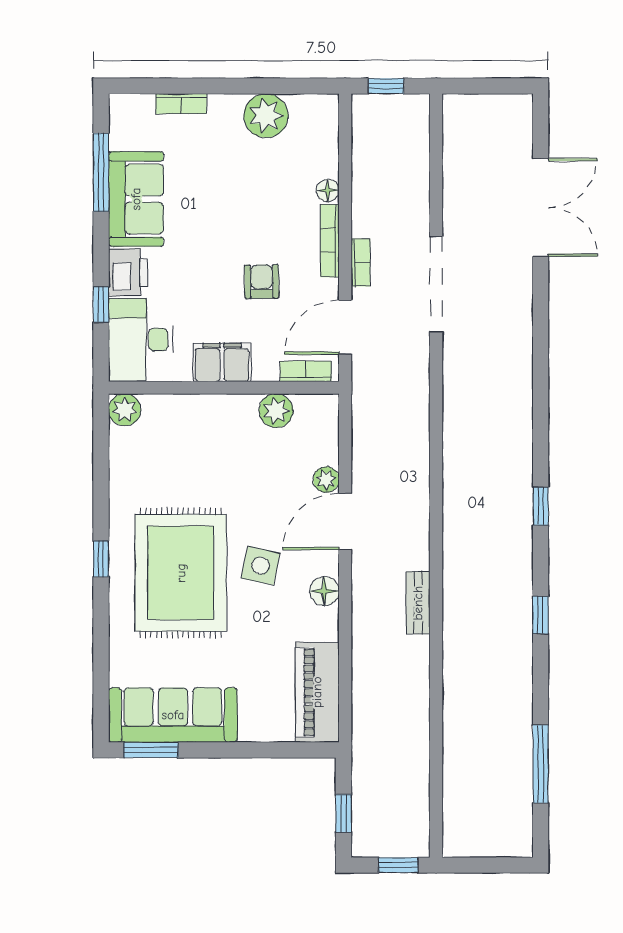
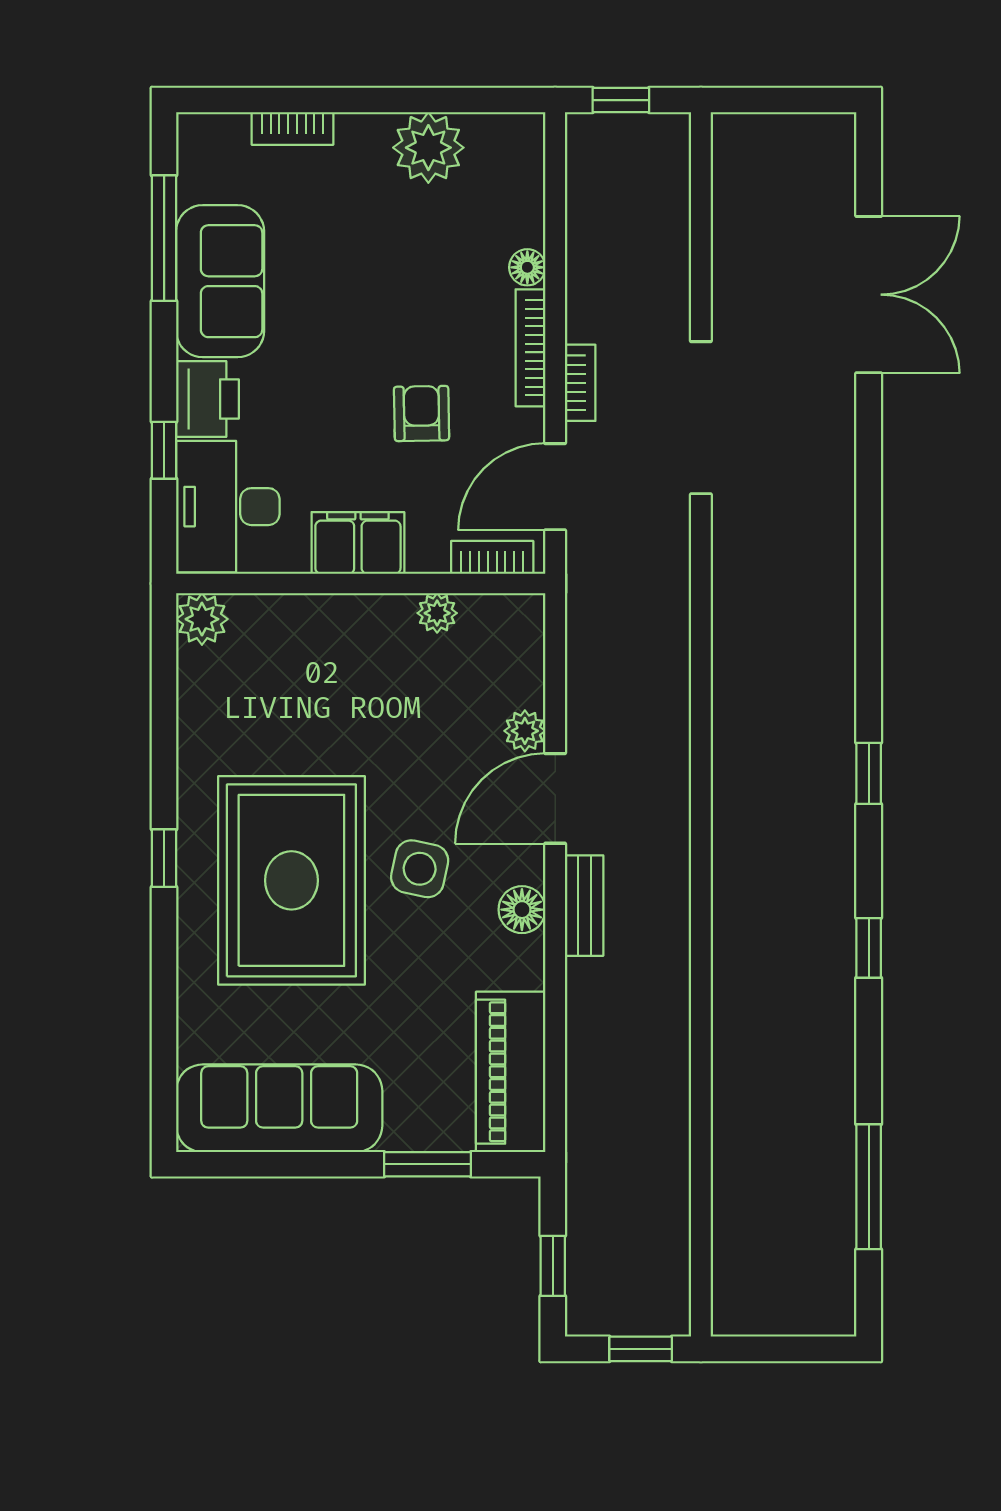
plant: (276, 411) -> (437, 613), width x0.73, depth x0.73
bench: (418, 603) -> (584, 906), moved
window: (151, 750) -> (428, 1164), moved

